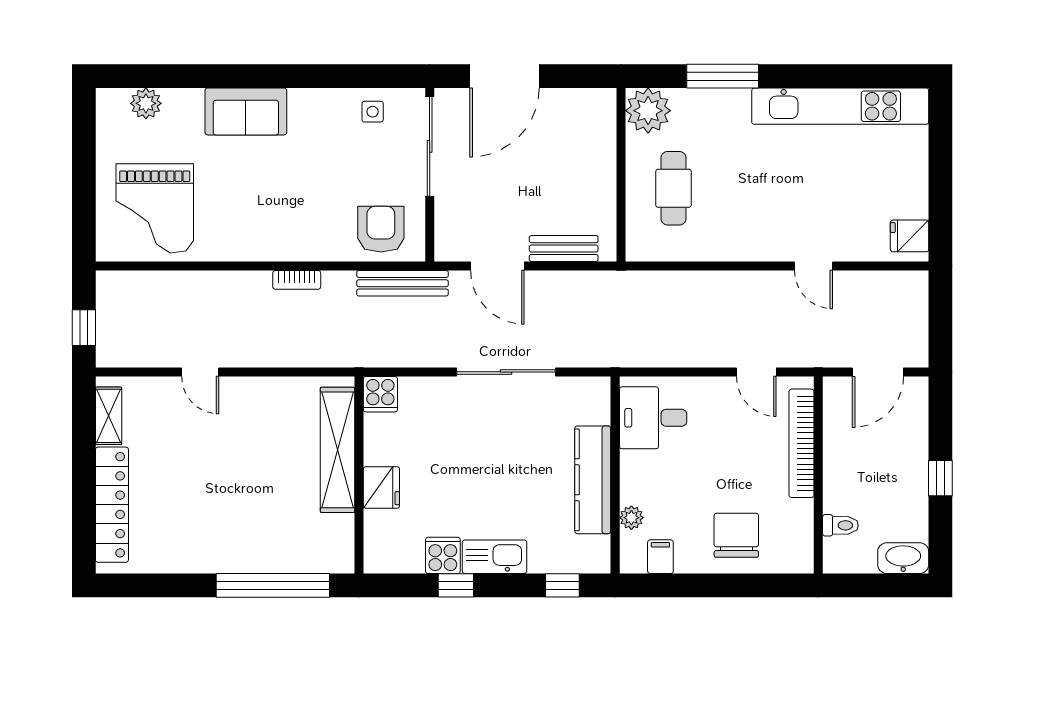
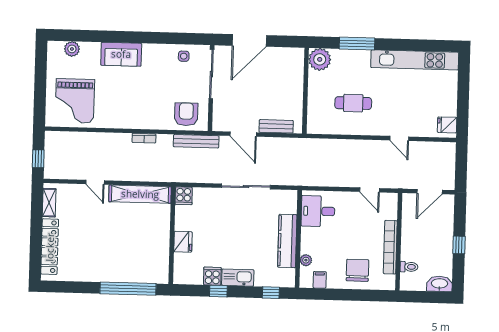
cafe table: (673, 188) -> (353, 103), moved, turned 90
bookcase: (801, 443) -> (390, 247), moved
shelving: (338, 450) -> (140, 194), moved, turned 90

